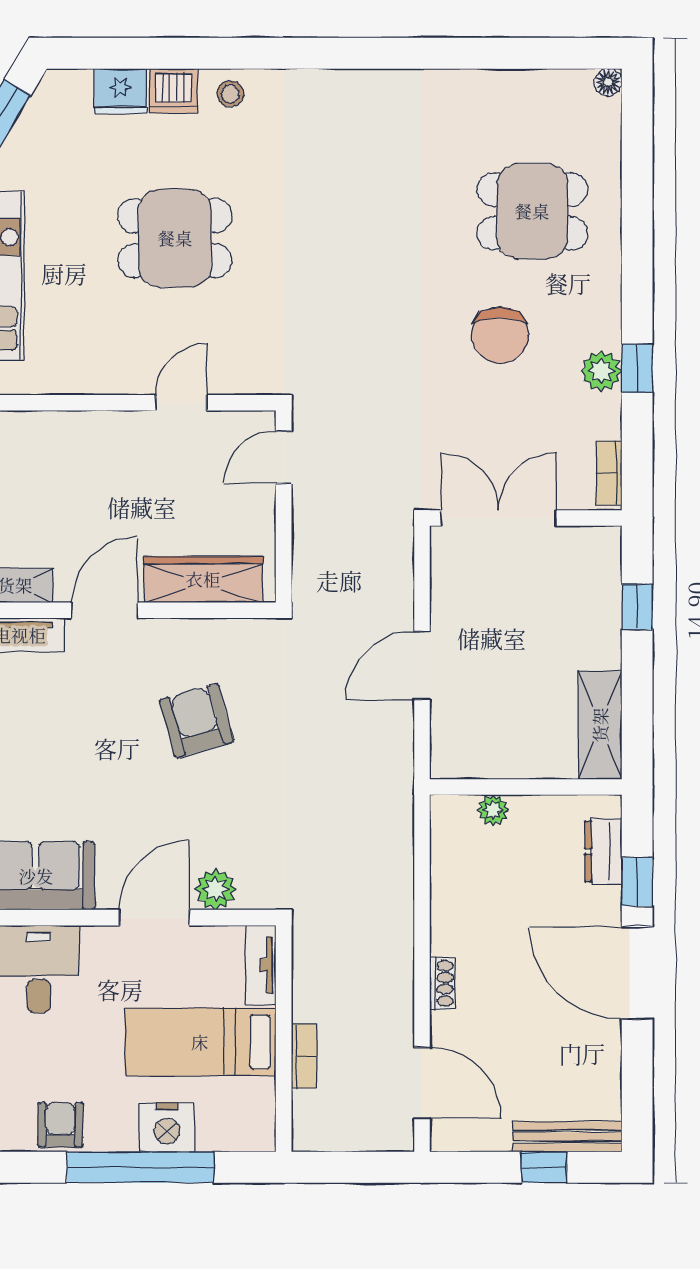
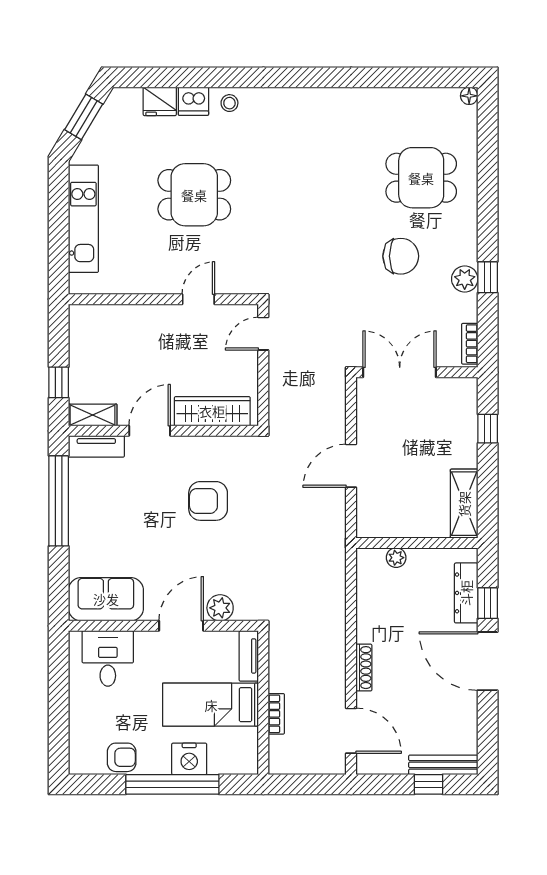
chair: (500, 335) -> (401, 256), turned -90
armchair: (197, 721) -> (208, 501), turned -74
dresser: (603, 851) -> (466, 593), width x1.44
shoe rack: (442, 983) -> (364, 668), width x1.43
armchair: (60, 1125) -> (122, 757), turned 90

